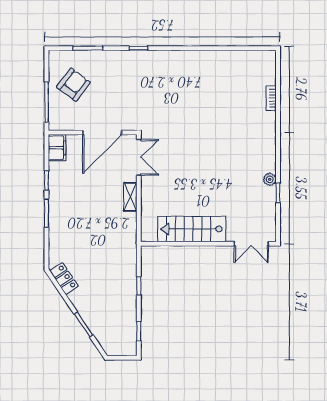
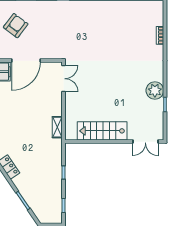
door: (102, 133) -> (26, 61), moved
plant: (270, 179) -> (155, 91), width x1.88, depth x1.88
shelving: (130, 197) -> (57, 127), moved

